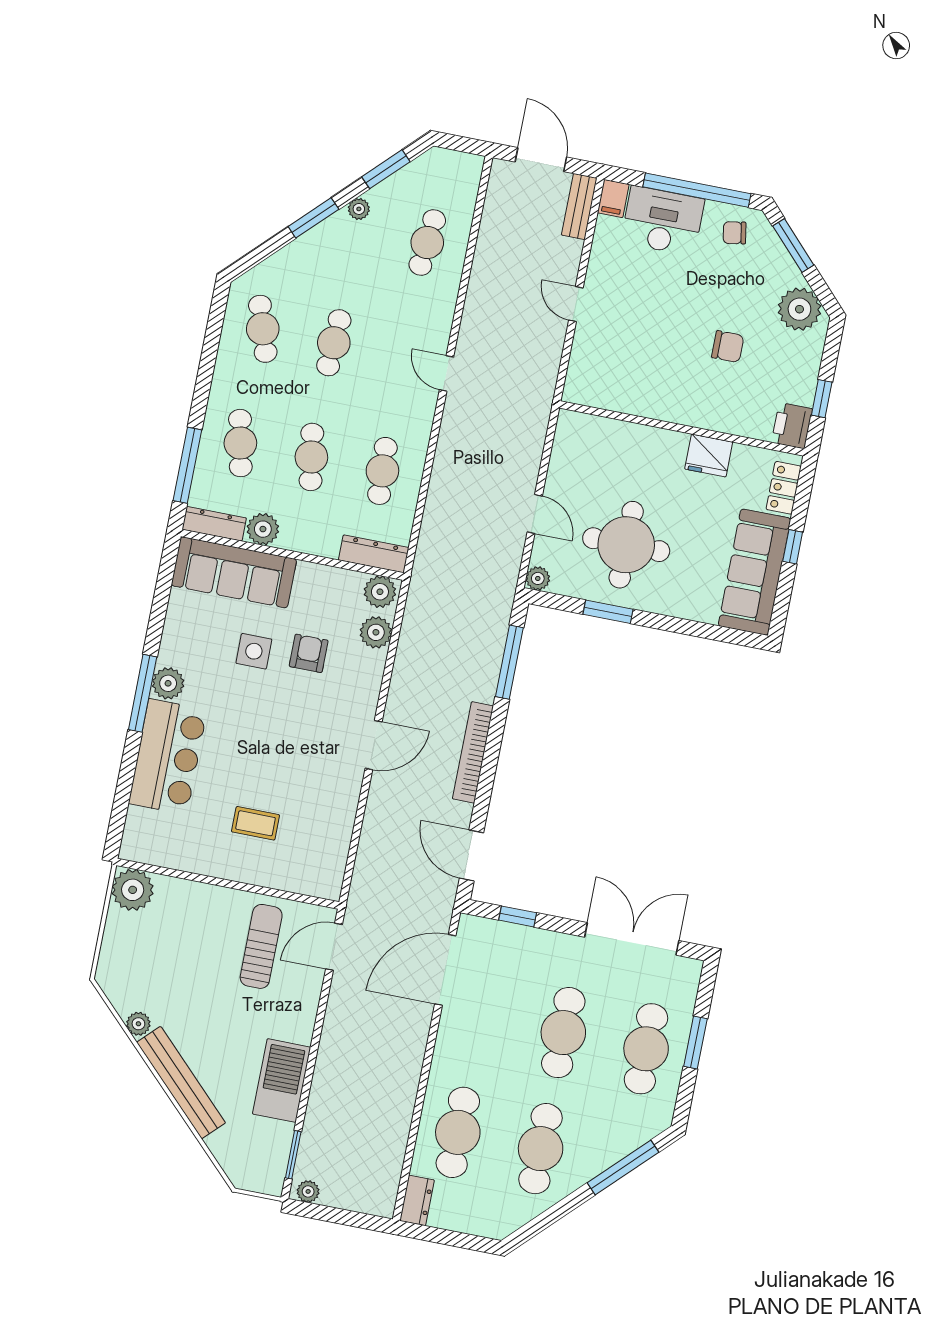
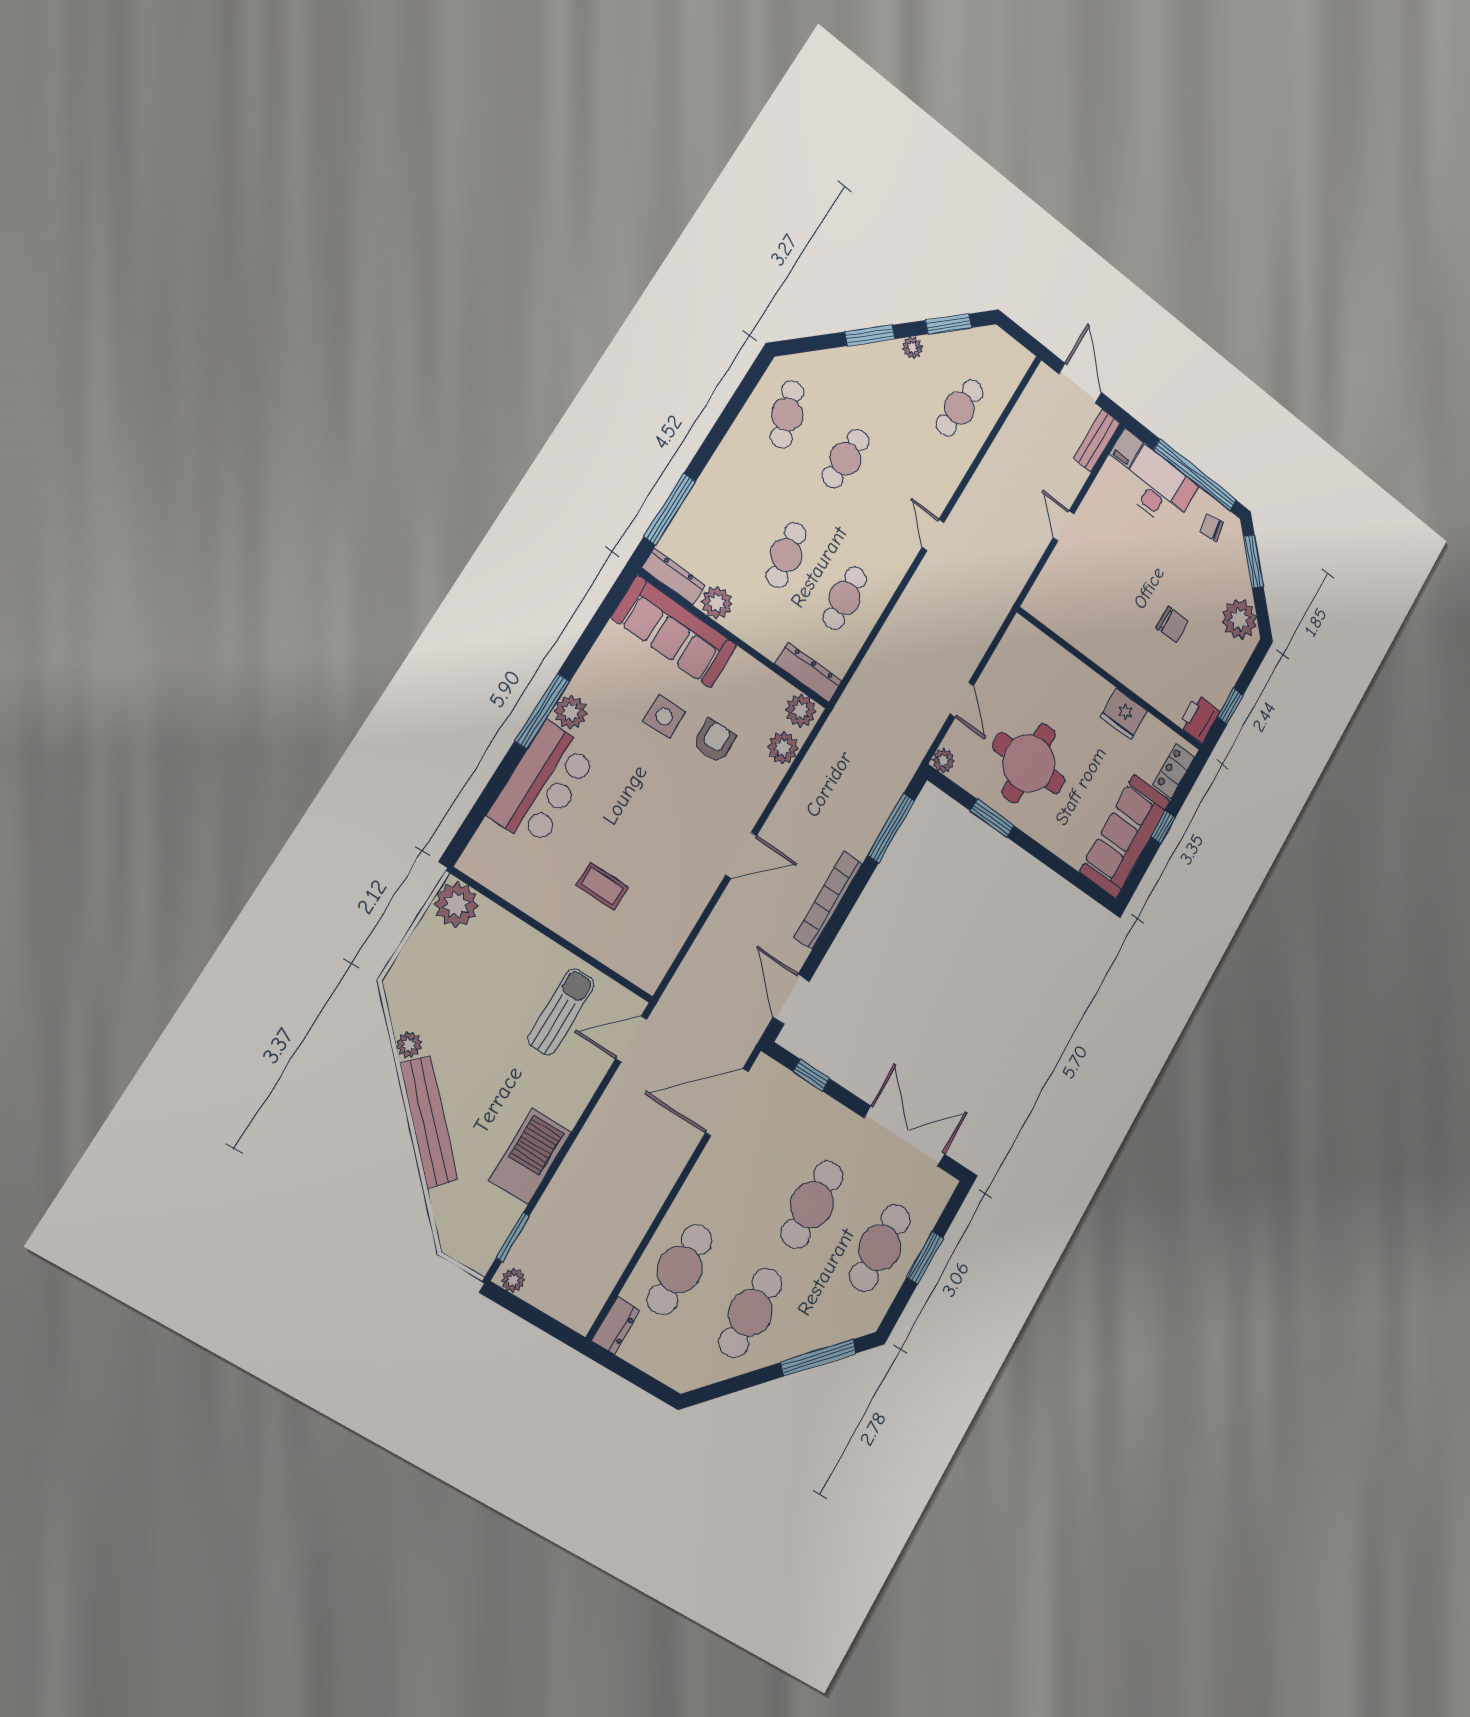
cafe table: (240, 443) -> (727, 511), removed

